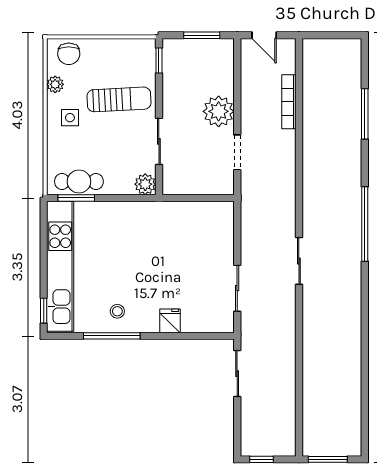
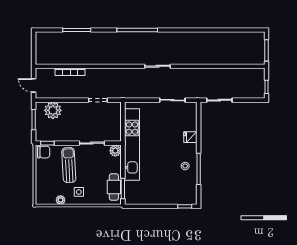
door: (264, 35) -> (34, 85), swing flipped
chair: (69, 54) -> (44, 152), moved
plant: (219, 111) -> (53, 110), moved
kitchen unit: (60, 266) -> (132, 145), moved, turned 90

